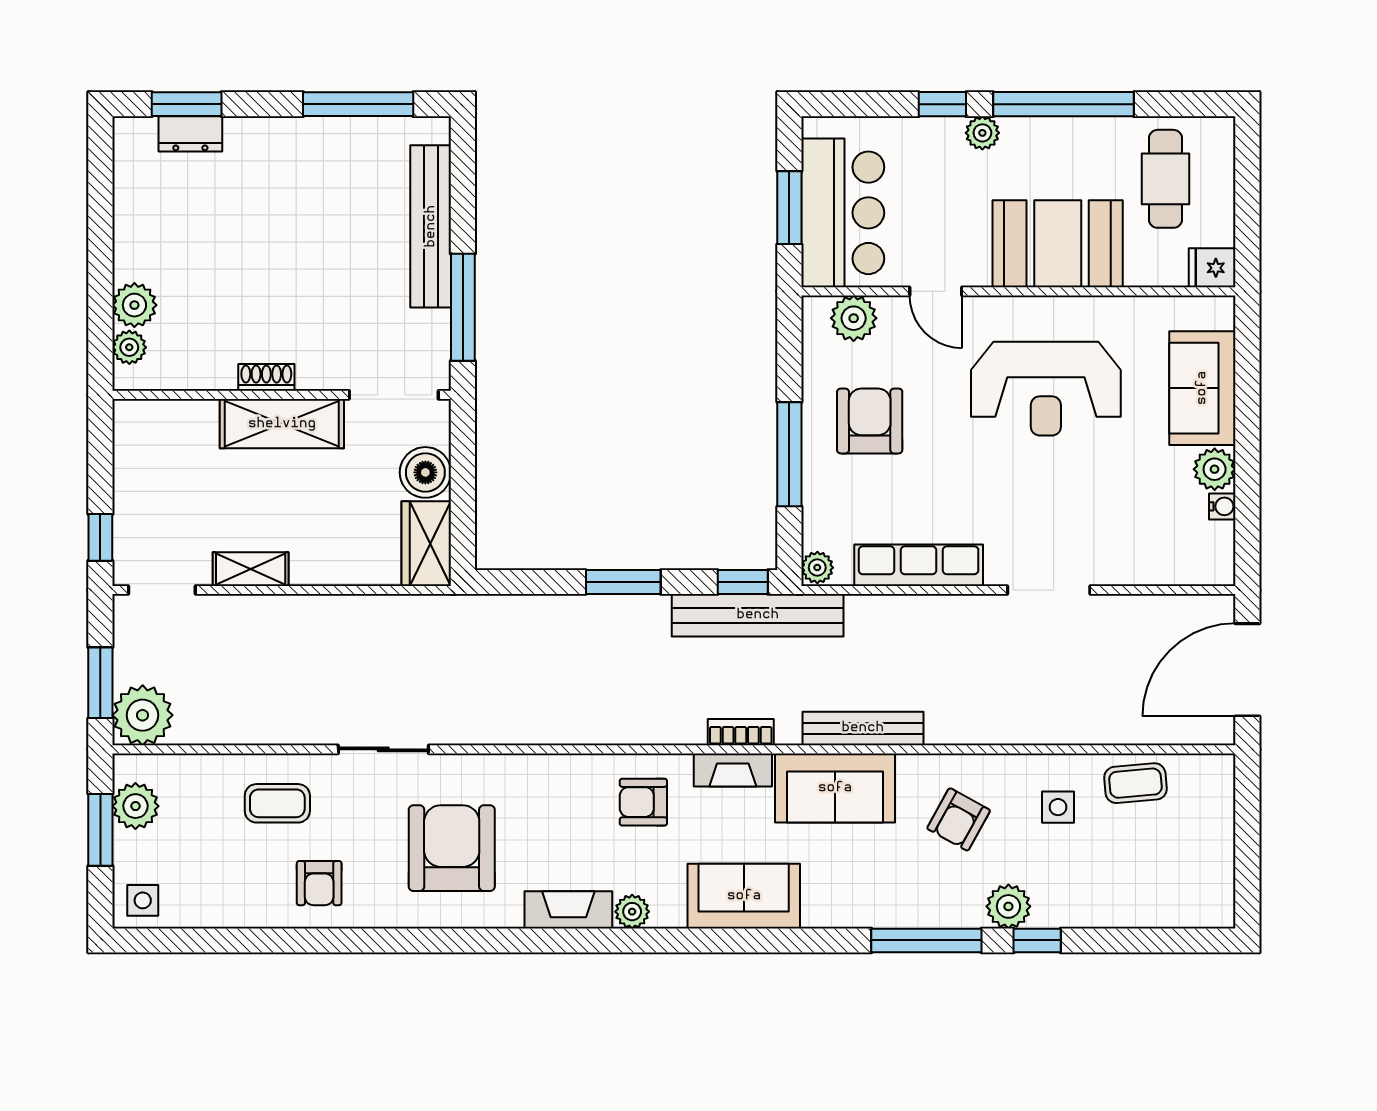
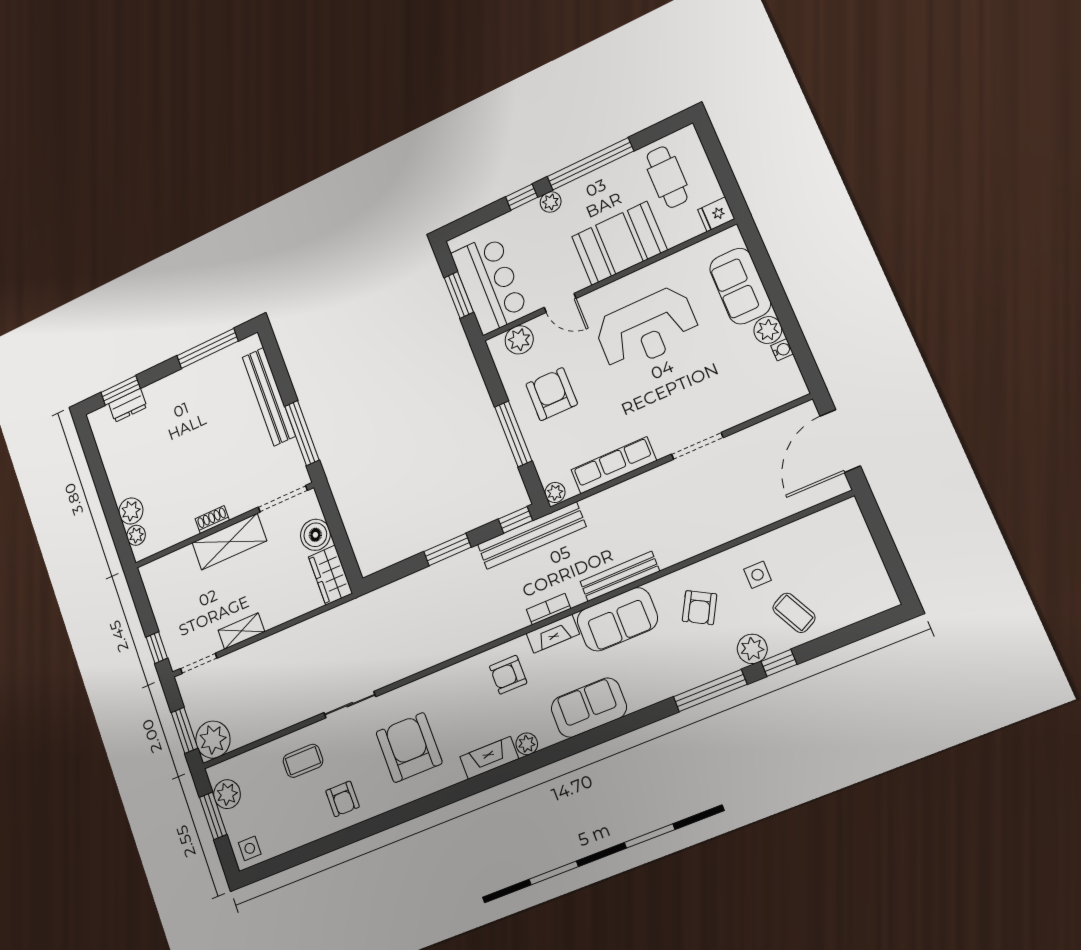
coffee table: (1135, 783) -> (794, 613), moved, turned 68

